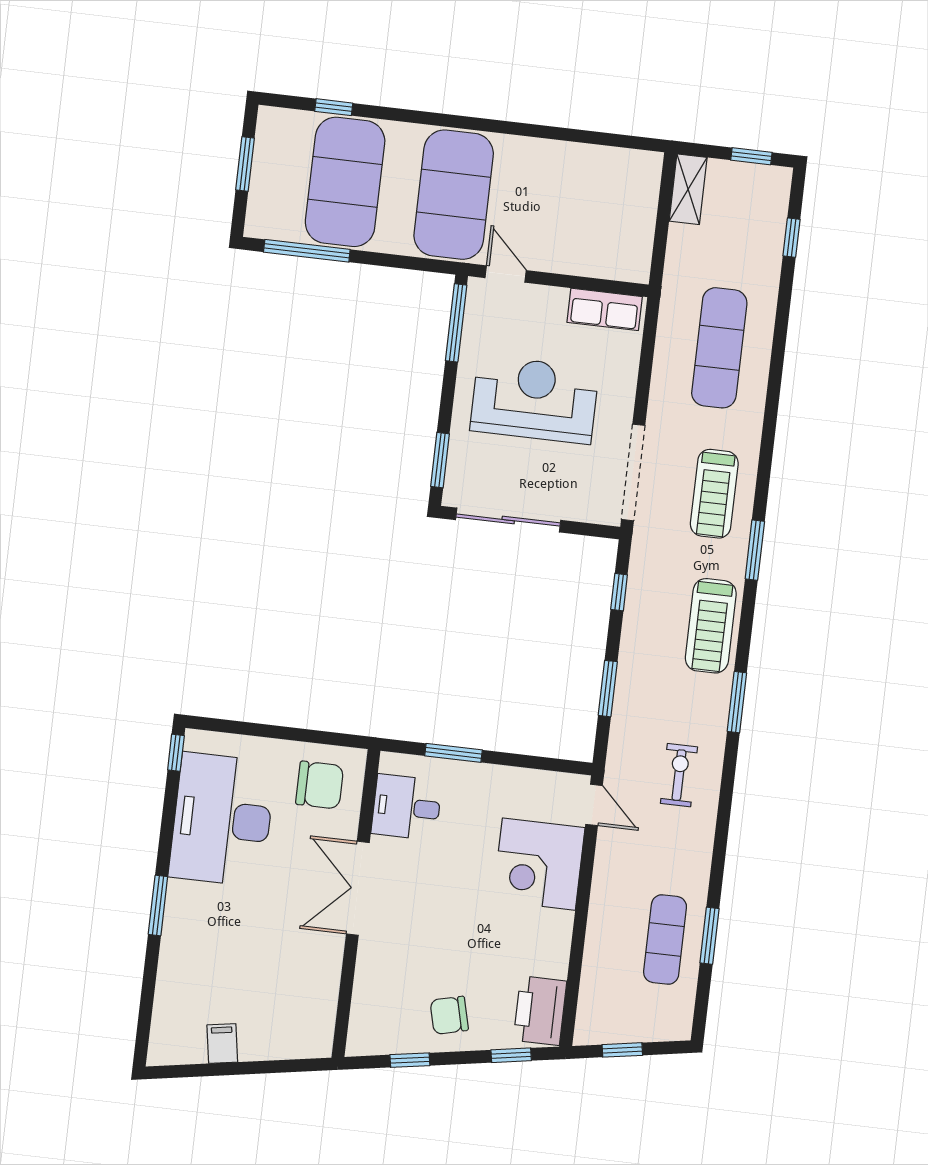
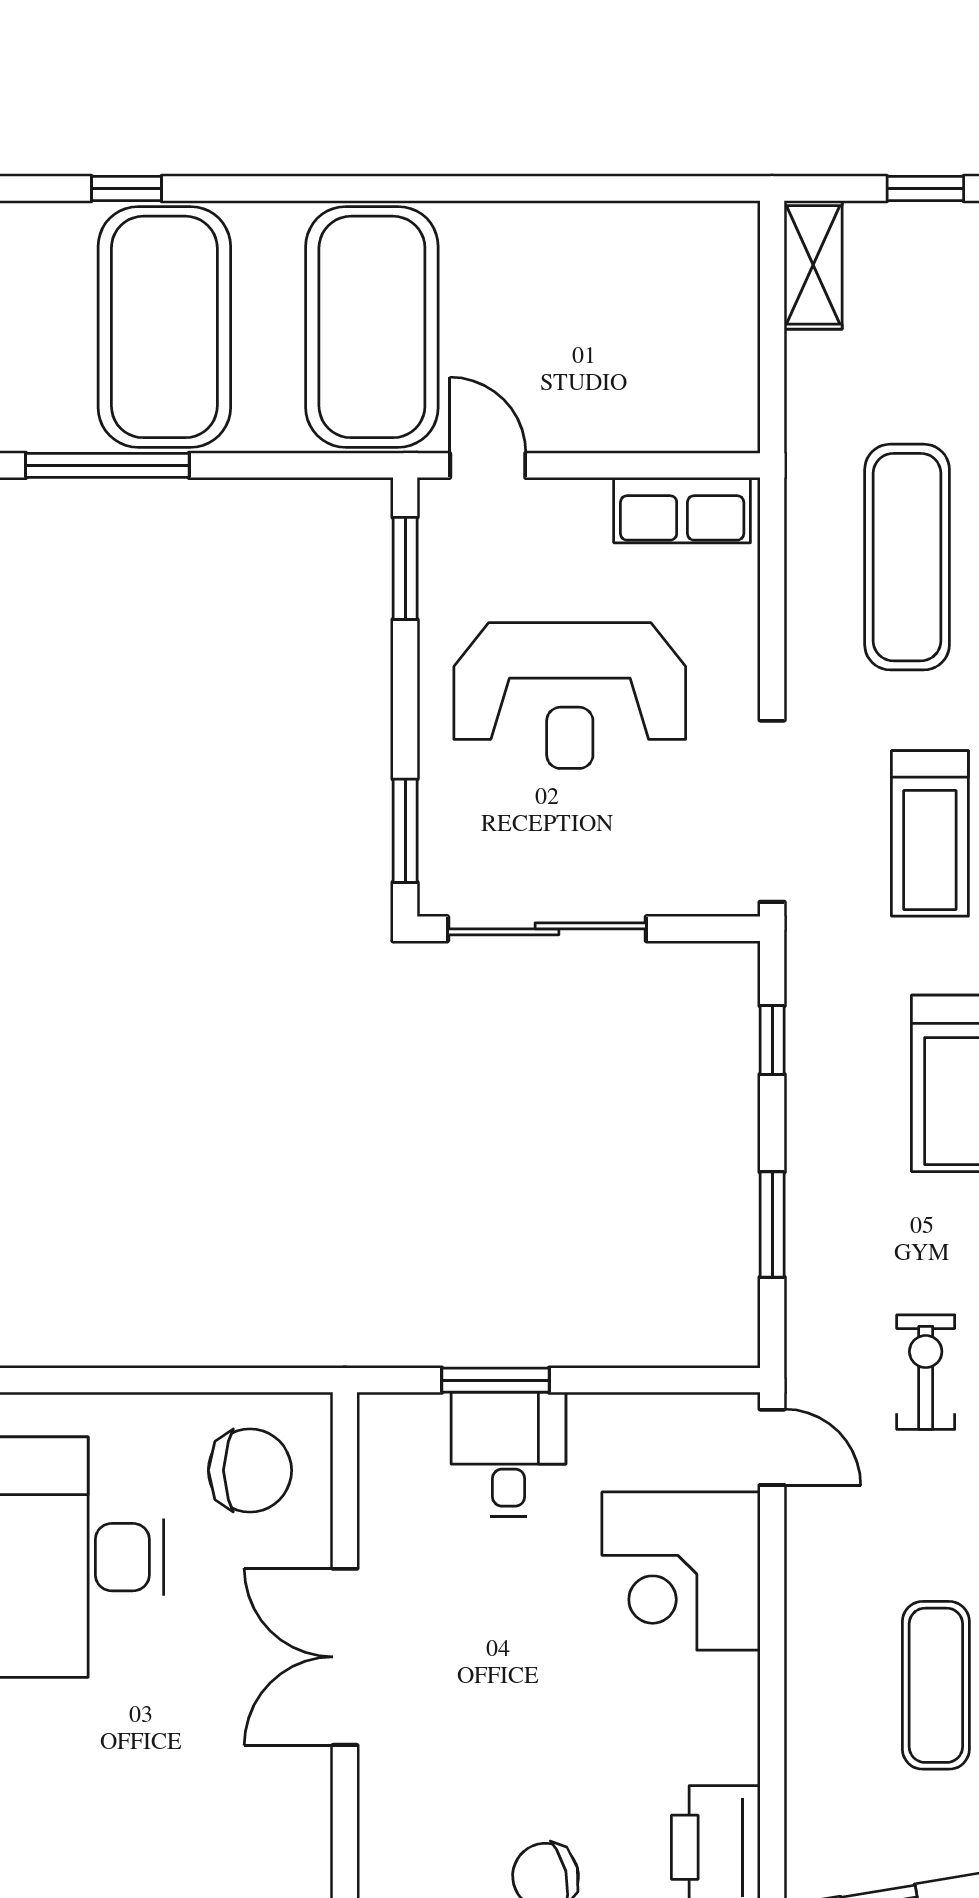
window: (456, 323) -> (405, 568), width x0.69
reception desk: (534, 400) -> (570, 696), turned 180
desk: (407, 807) -> (509, 1454), moved, turned 90

